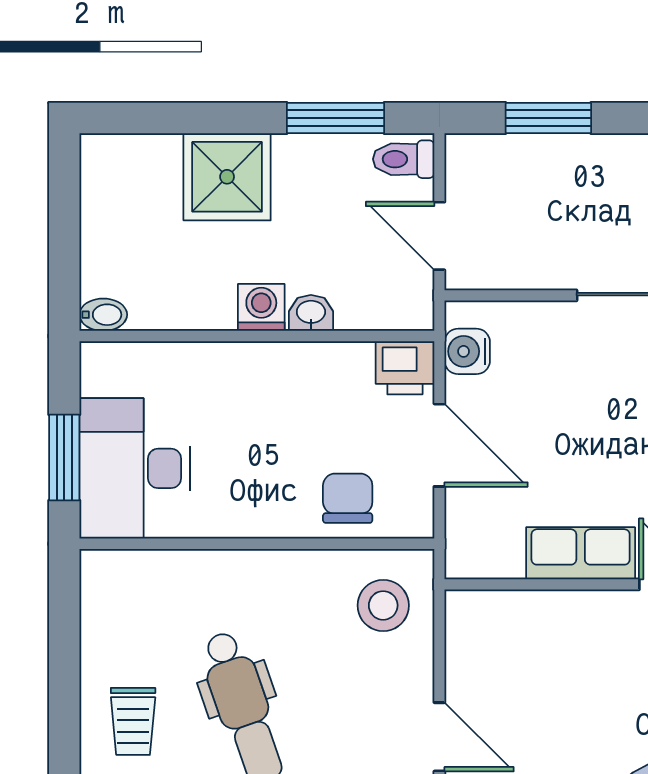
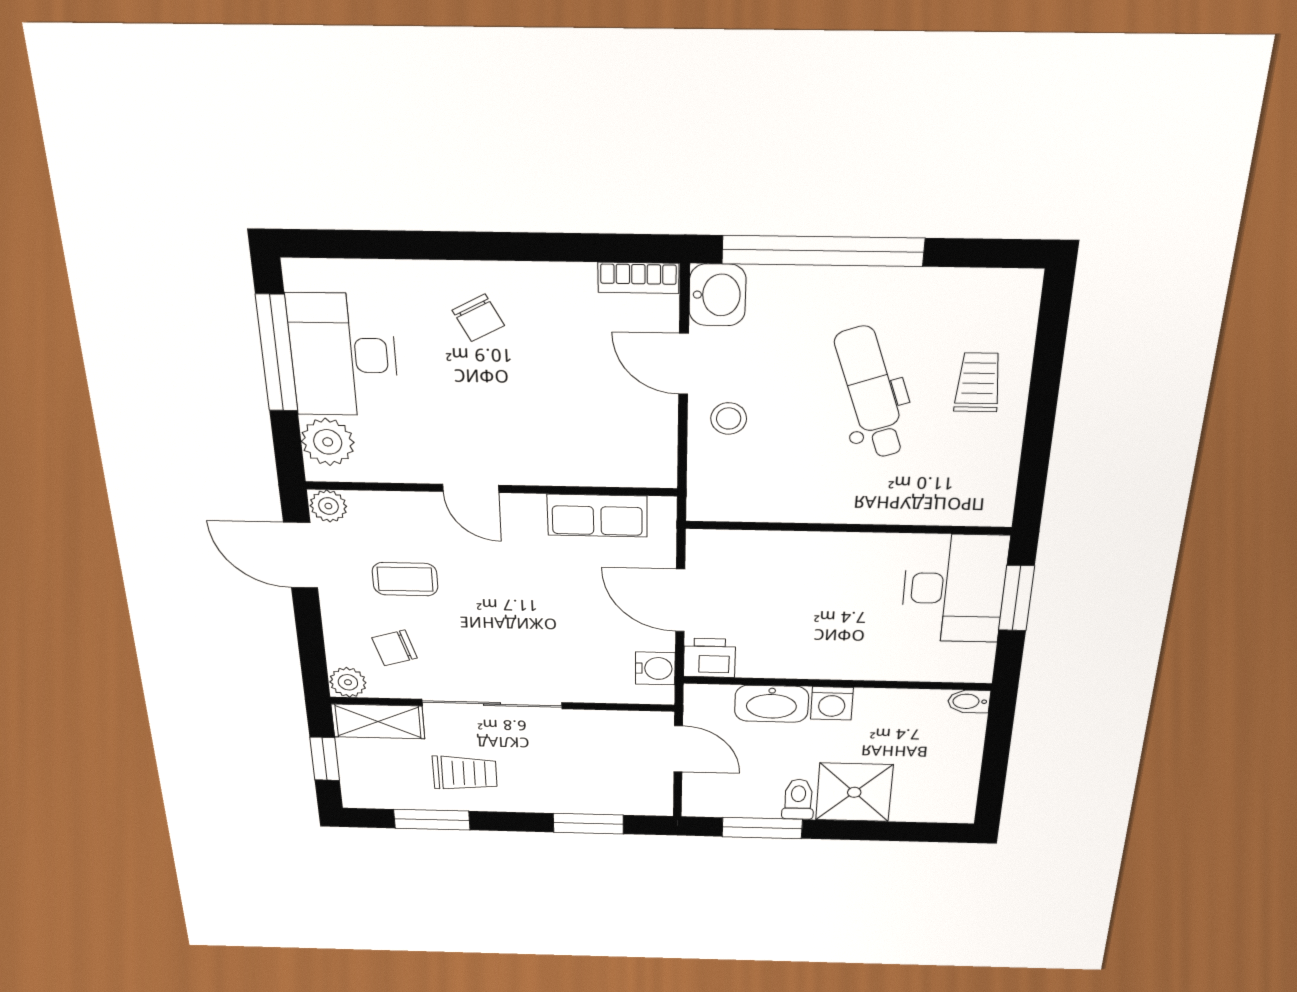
toilet: (404, 159) -> (798, 799), moved, turned -90
washbasin: (311, 313) -> (772, 704), width x1.91, depth x1.45
chair: (348, 498) -> (763, 562), removed
row of seats: (581, 553) -> (597, 516), moved
stool: (383, 605) -> (729, 418), moved, width x0.73, depth x0.73

